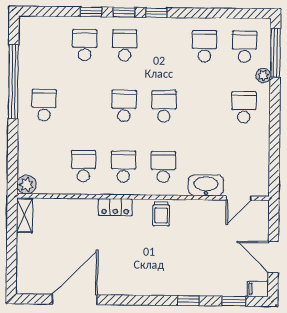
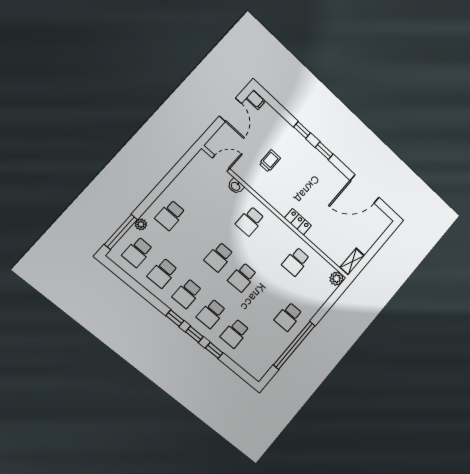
school desk: (123, 167) -> (187, 293), moved
washbasin: (206, 185) -> (236, 186), width x0.52, depth x0.69
trolley: (161, 214) -> (270, 161), moved
window: (234, 301) -> (324, 151), moved

